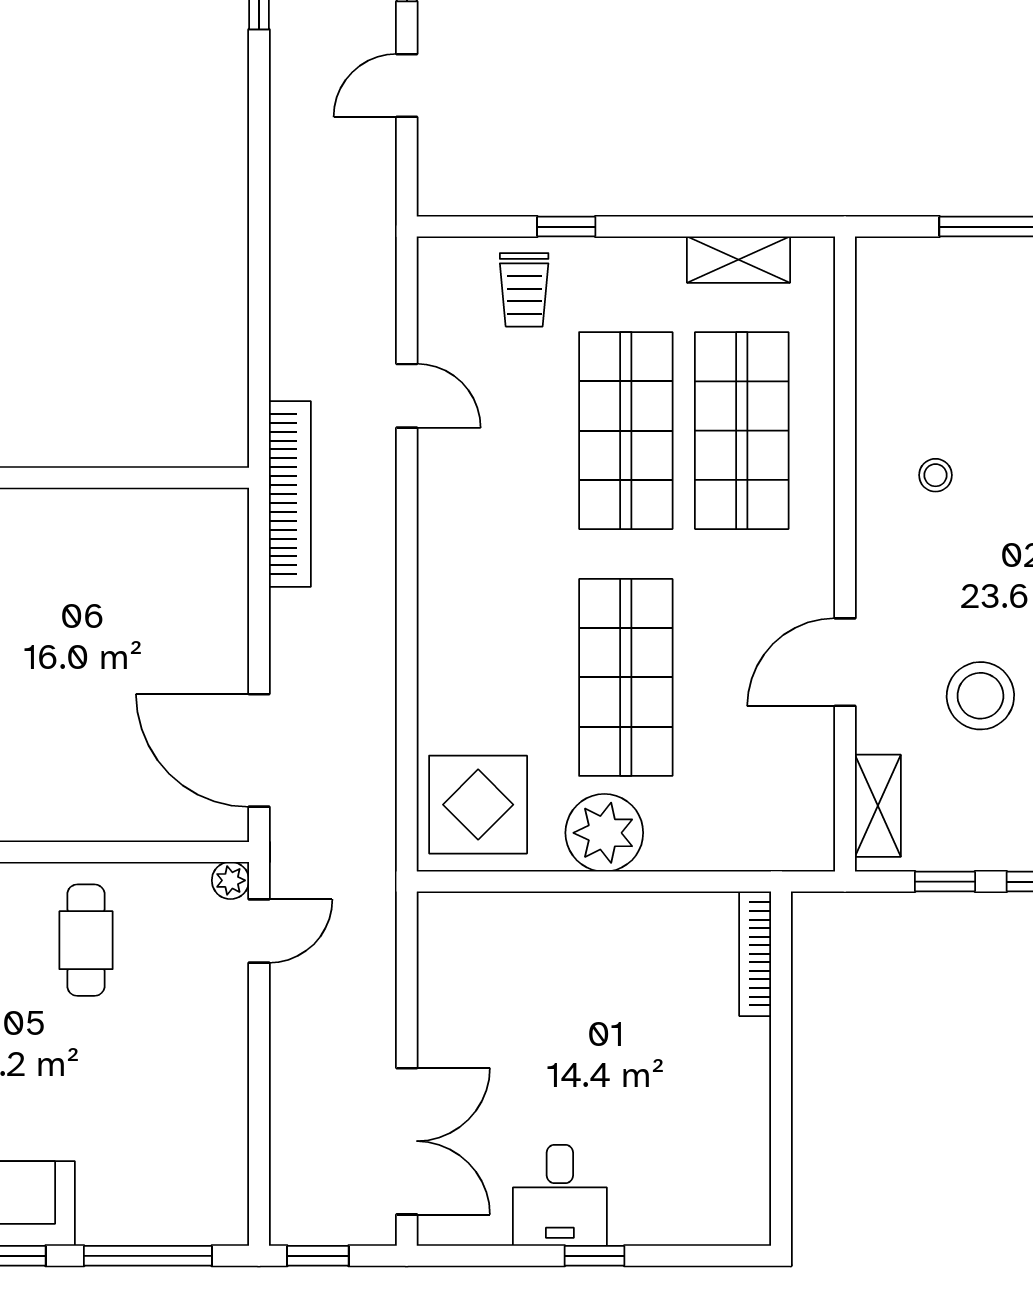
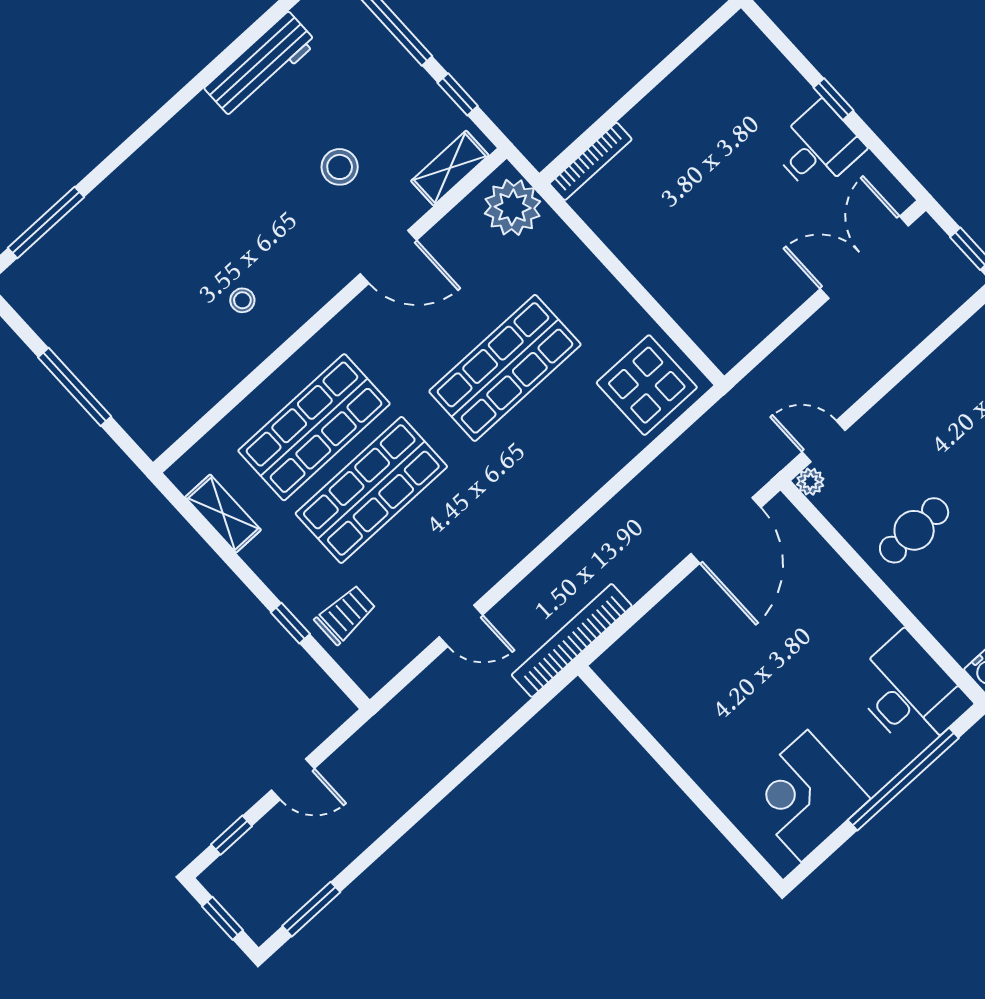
door: (407, 396) -> (461, 626), swing flipped
stool: (980, 696) -> (340, 167), width x0.73, depth x0.73
plant: (604, 833) -> (513, 207), moved

